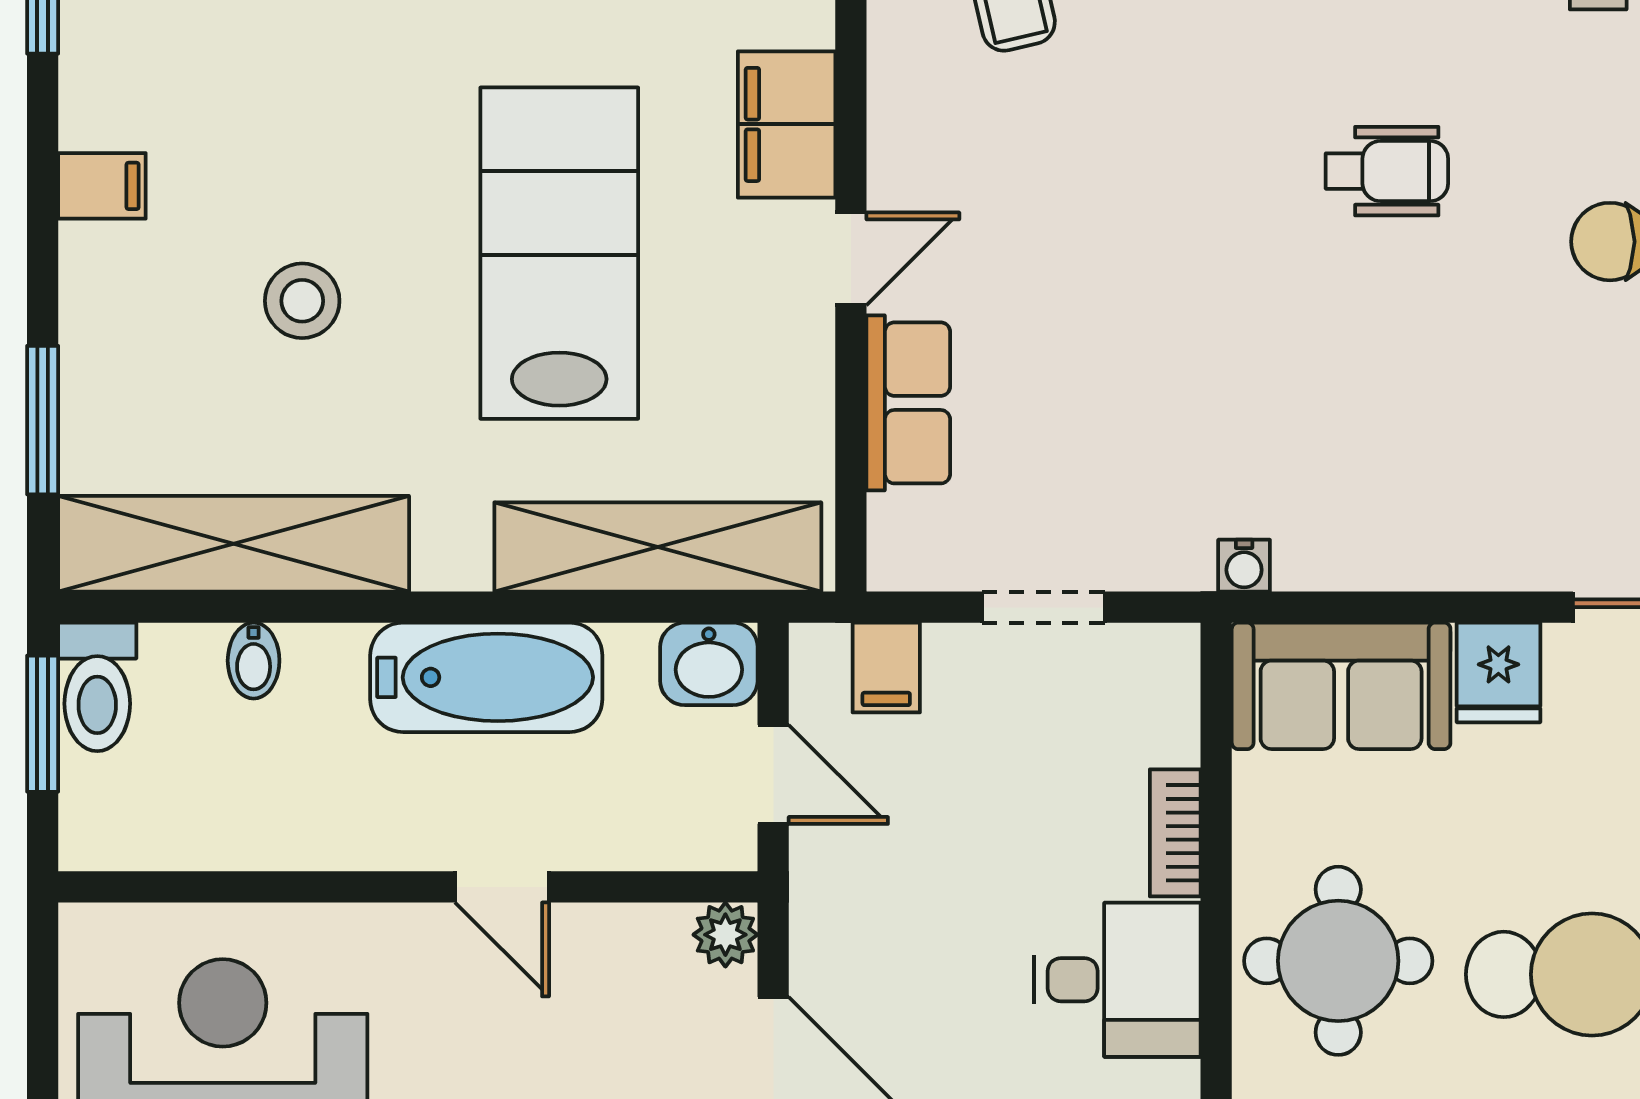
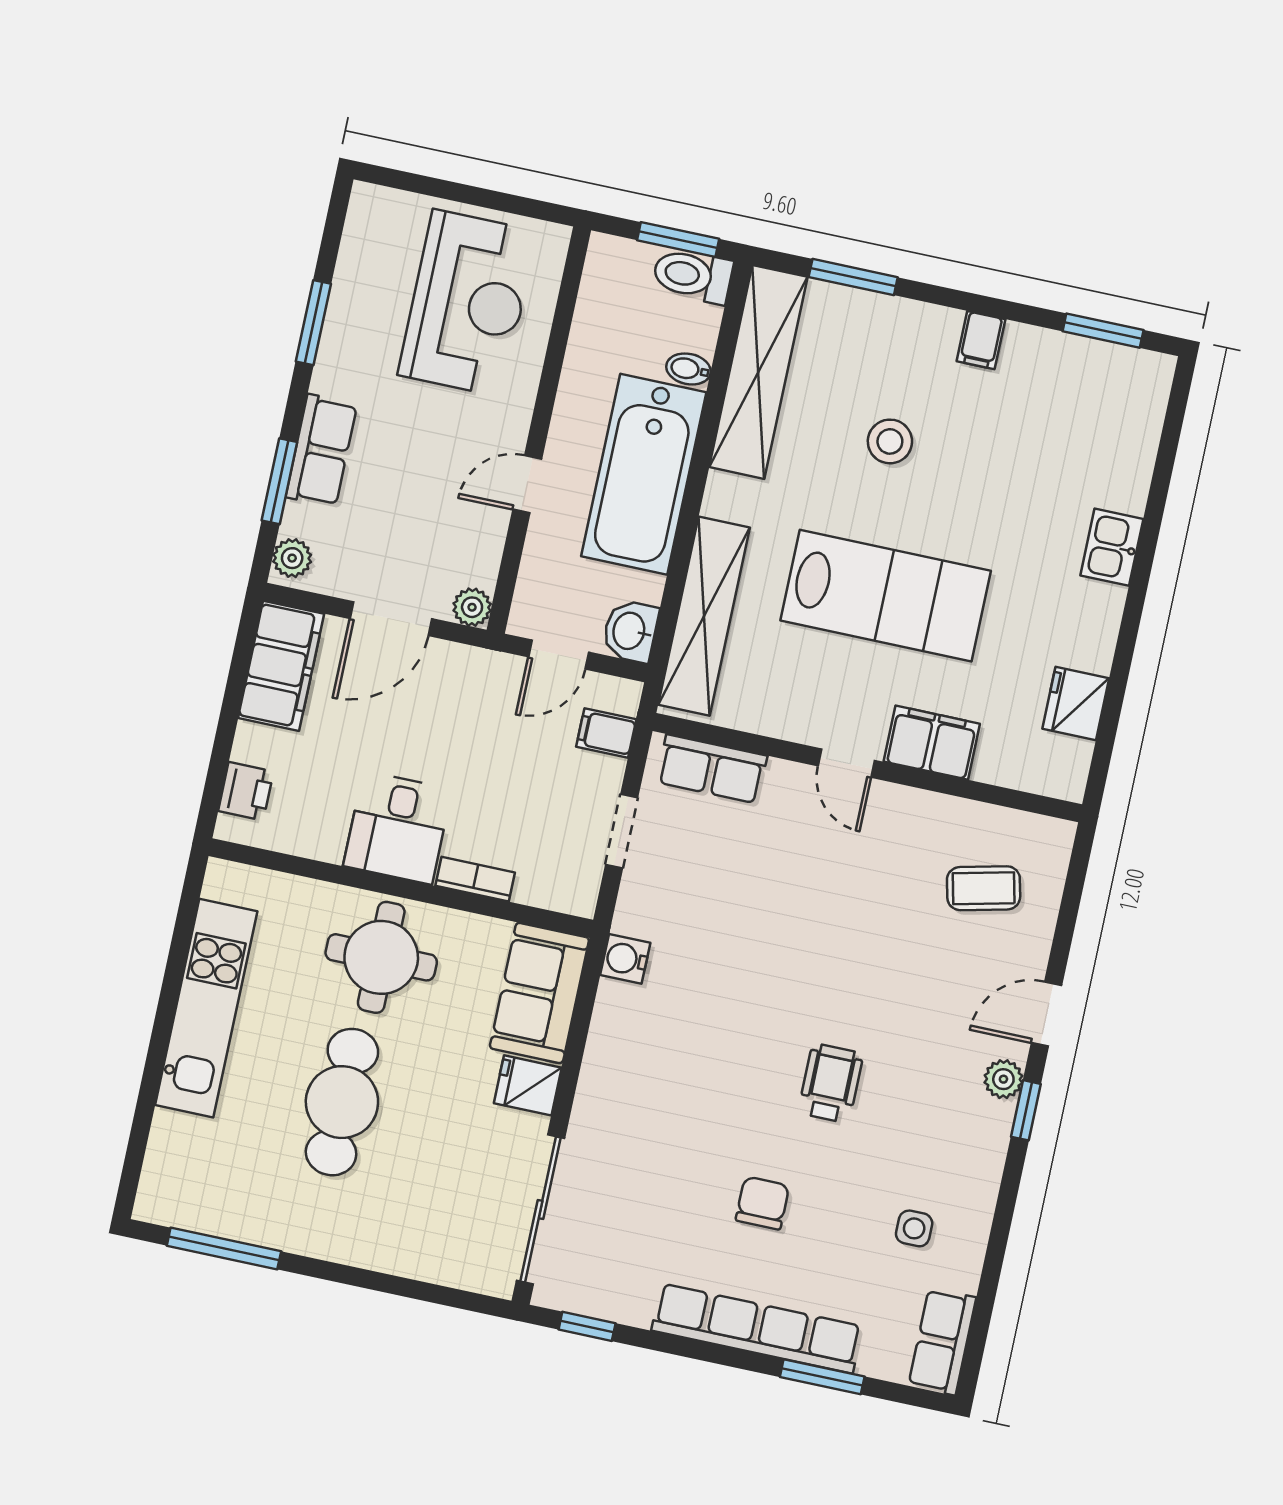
wheelchair: (1387, 171) -> (831, 1083), turned 180
row of seats: (908, 403) -> (712, 769), moved
water cooler: (1244, 566) -> (625, 959), width x1.38, depth x1.38
bathtub: (486, 677) -> (644, 474), width x1.36, depth x1.36

